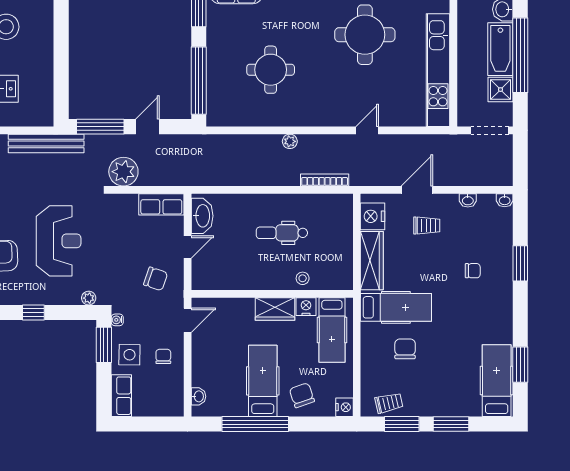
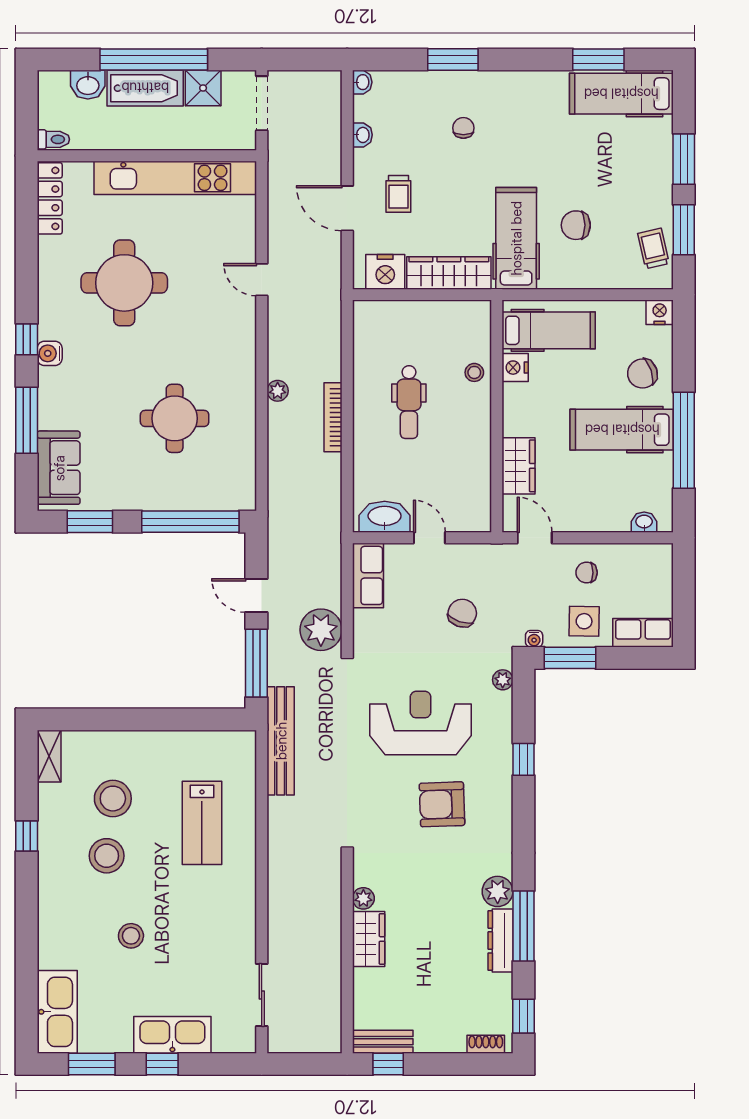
bookcase: (325, 180) -> (333, 417), moved
trolley: (427, 226) -> (398, 194), turned 180
chair: (156, 279) -> (462, 613), moved
wardrobe: (275, 309) -> (519, 466), moved

